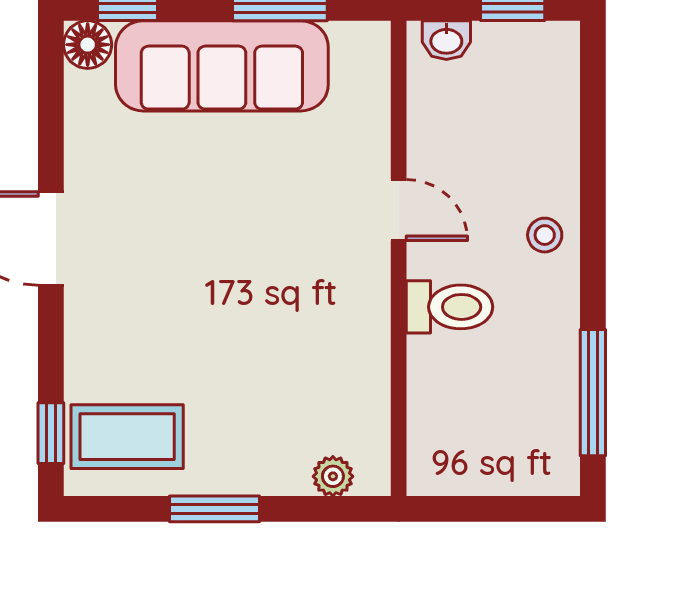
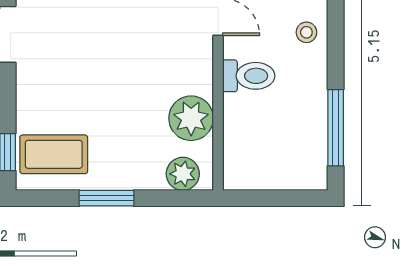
plant: (354, 377) -> (191, 118), added
plant: (333, 476) -> (183, 174), width x1.38, depth x1.38

